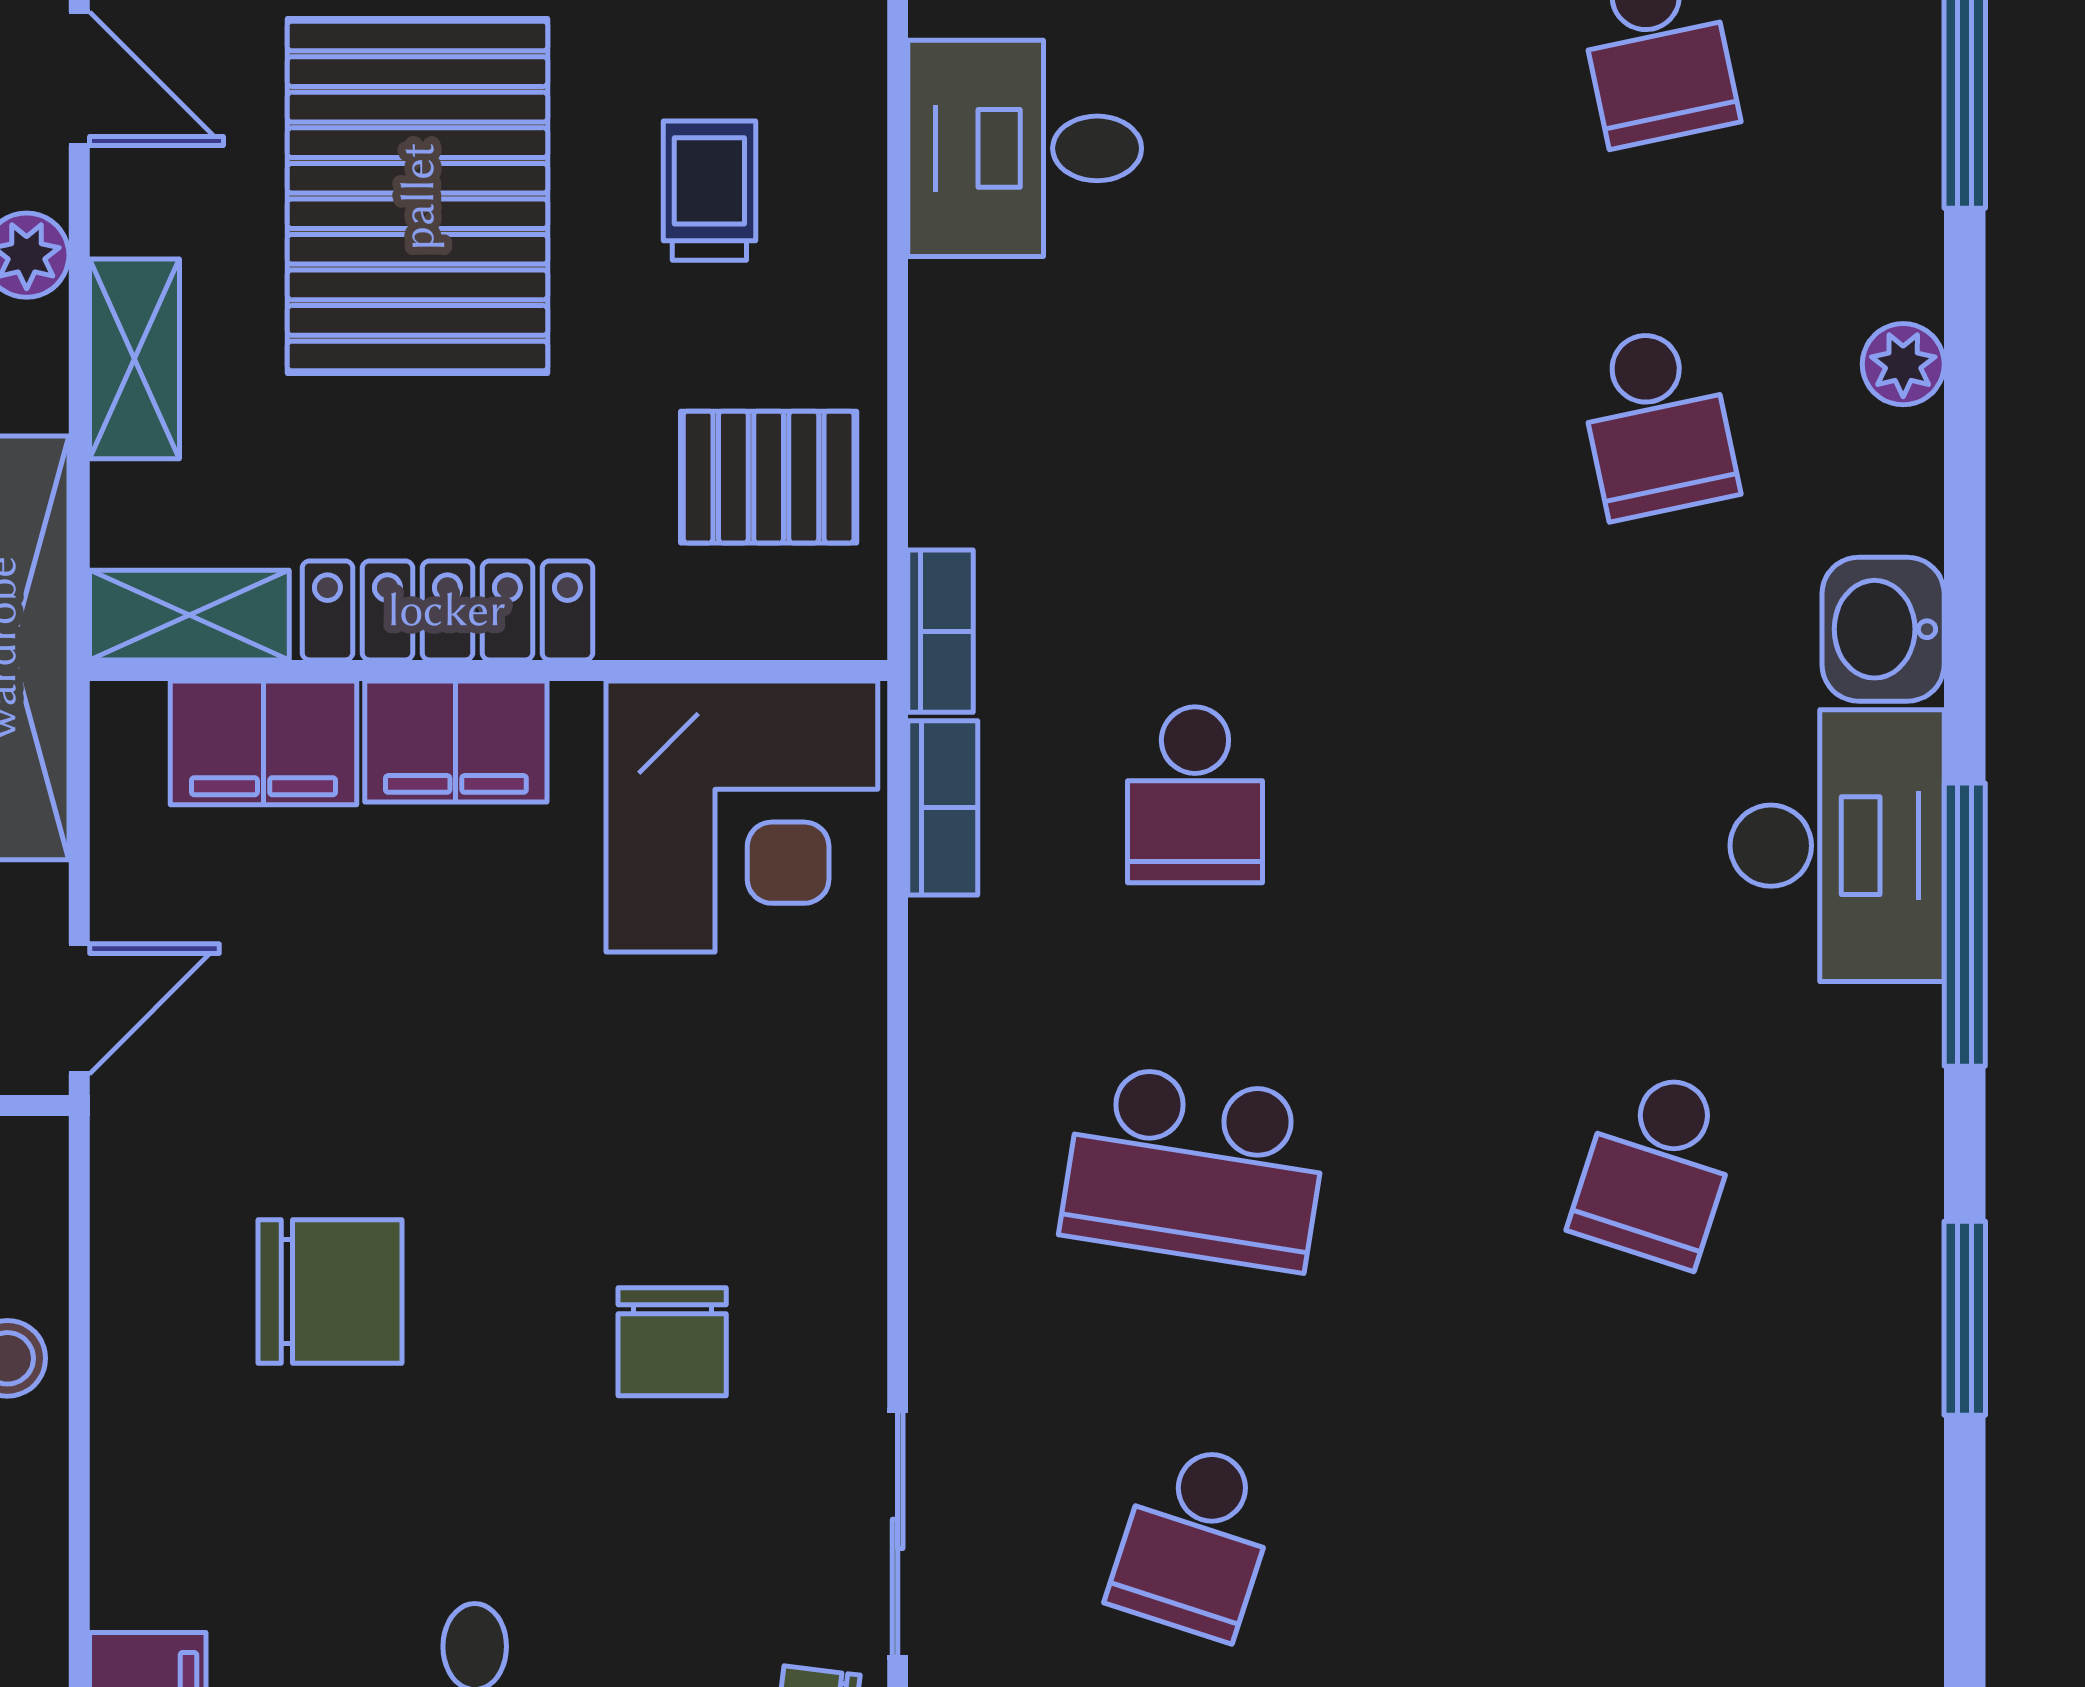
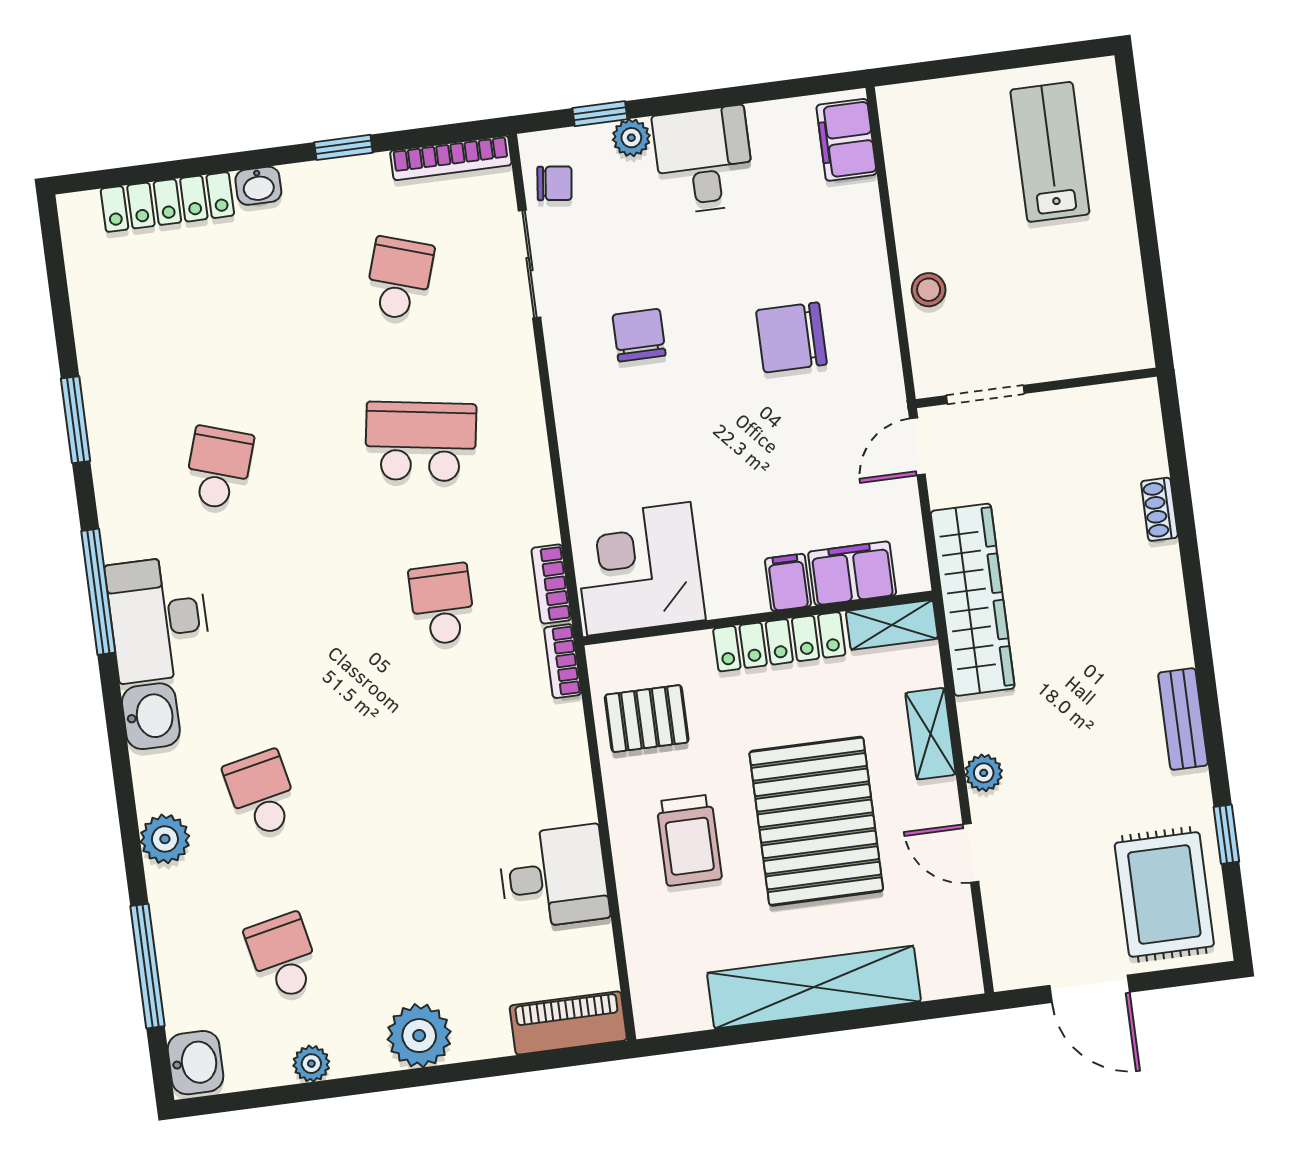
trolley: (709, 191) -> (689, 840), width x1.36, depth x1.39
plant: (1903, 364) -> (165, 839), width x1.38, depth x1.38
filing cabinet: (456, 742) -> (788, 582), width x0.50

